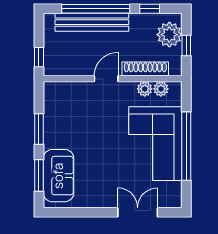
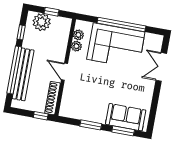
shoe rack: (145, 69) -> (53, 98), moved

